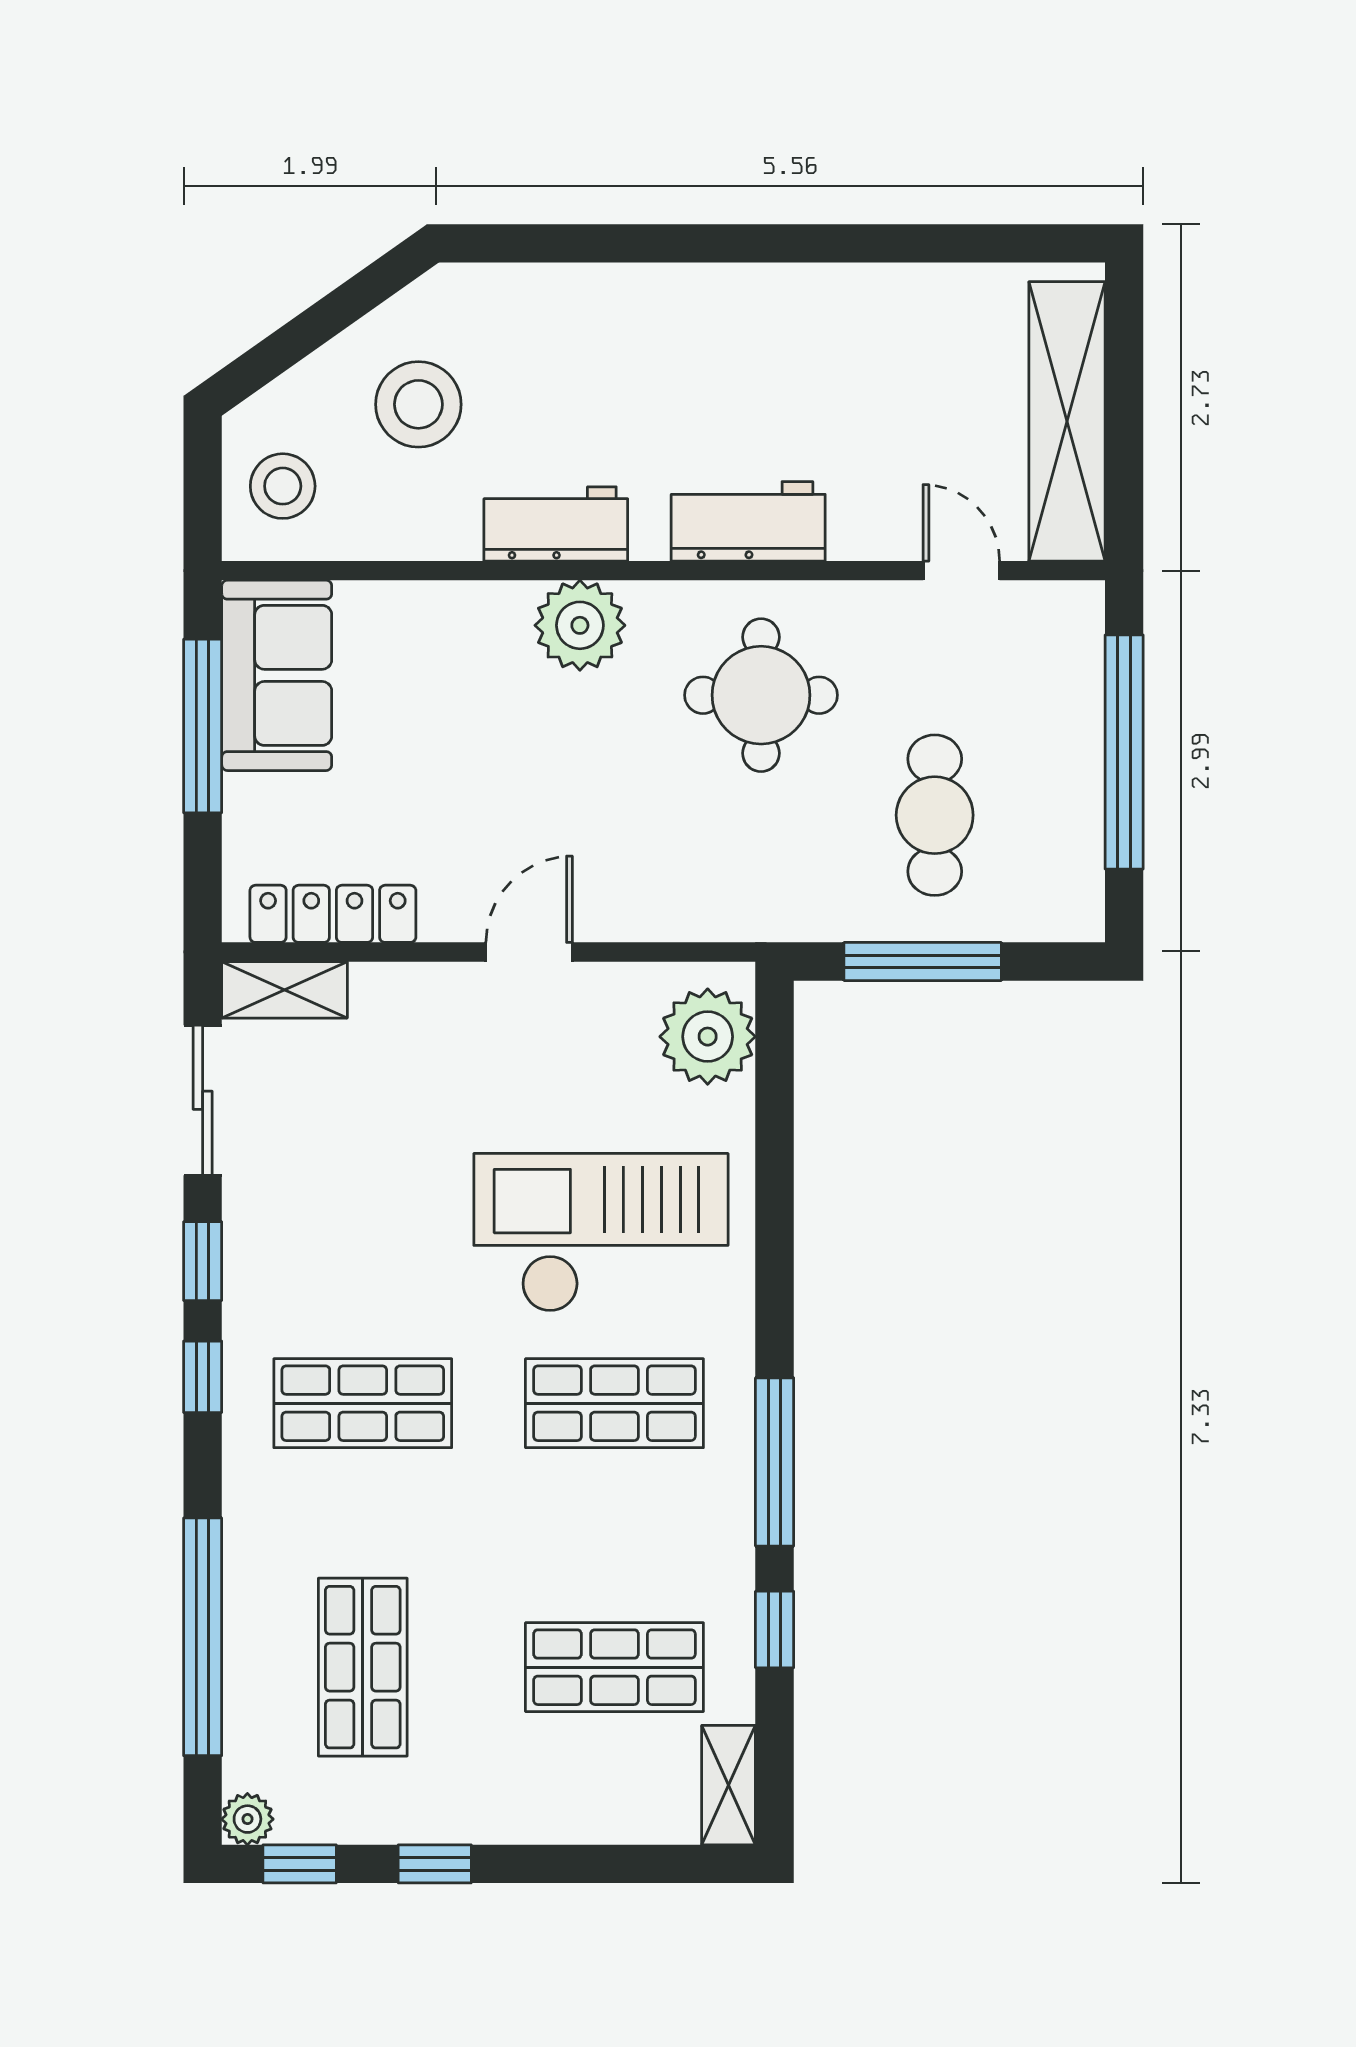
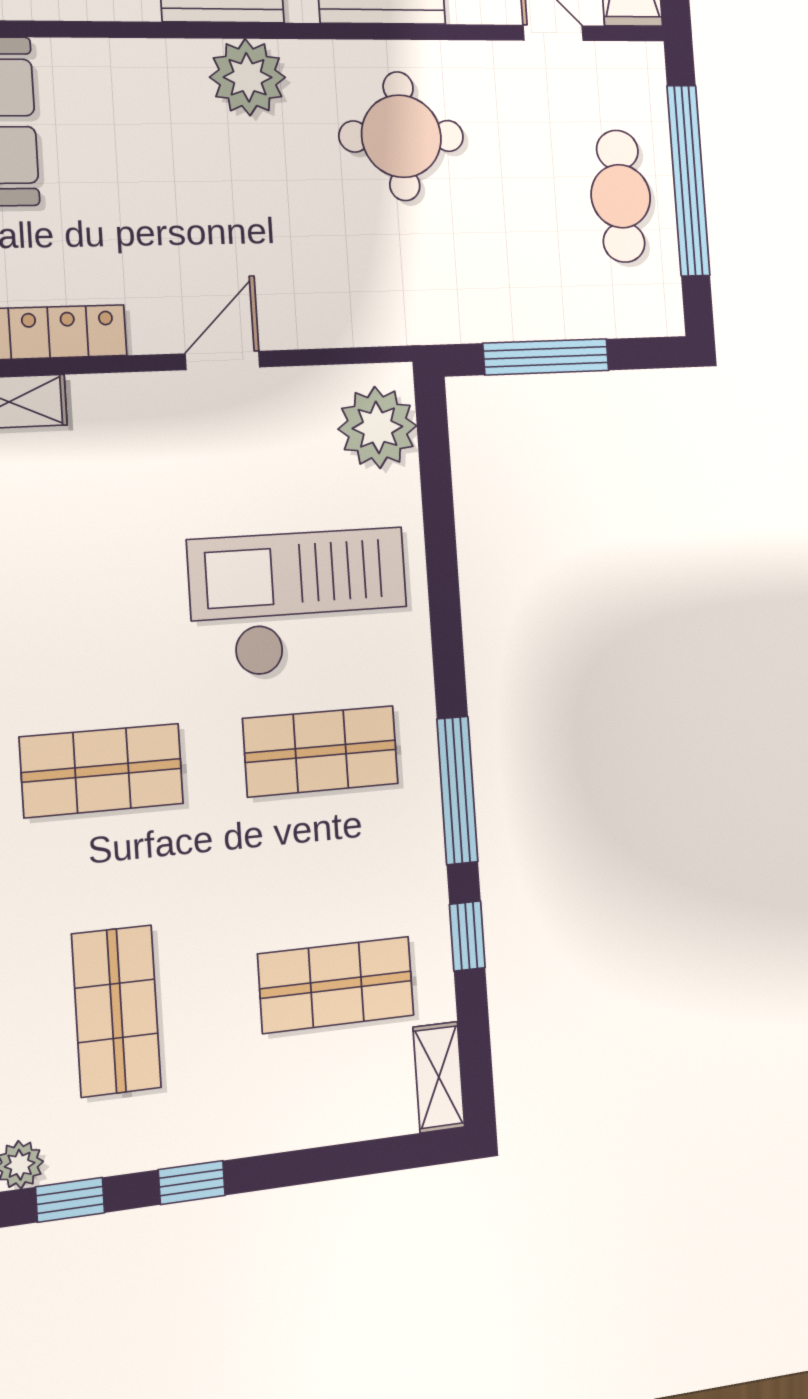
cafe table: (935, 815) -> (621, 196), moved

